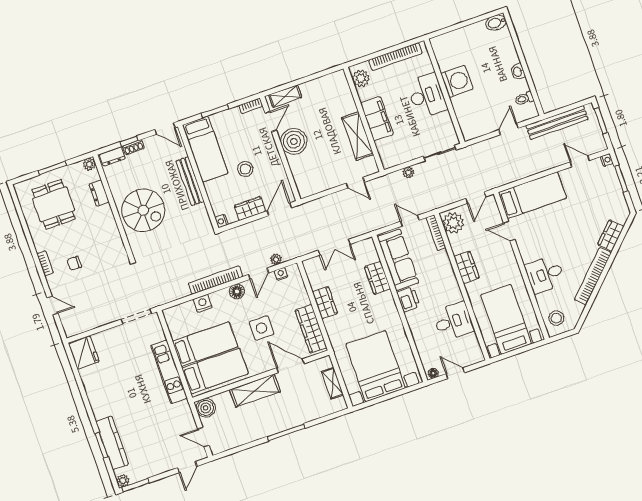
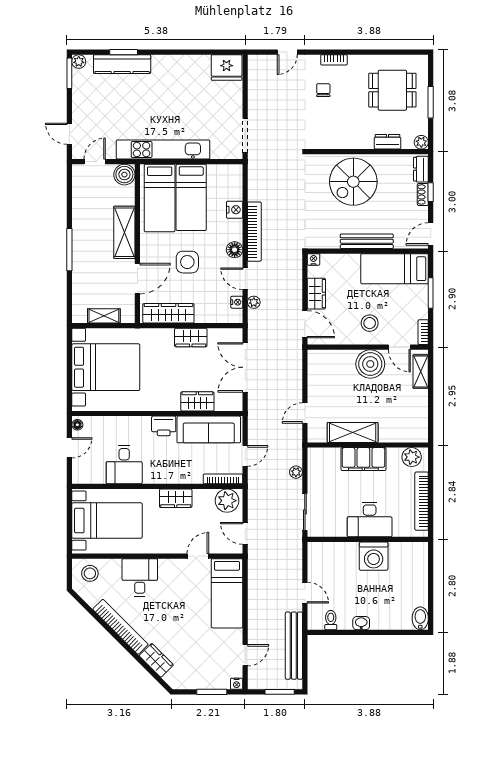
stool: (245, 169) -> (370, 323), moved
double door: (334, 247) -> (245, 367), width x1.37
kitchen unit: (169, 372) -> (163, 149), width x1.36

